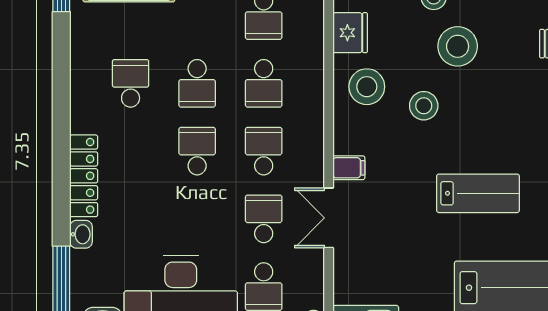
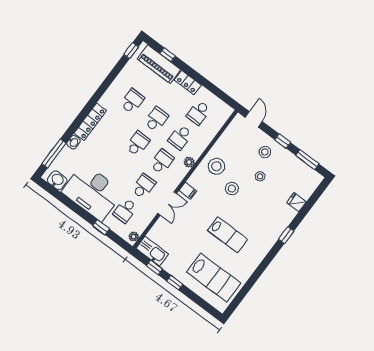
fridge: (350, 33) -> (225, 142), removed
stool: (458, 46) -> (260, 176), width x0.53, depth x0.53
school desk: (197, 83) -> (156, 119), turned 180
plant: (313, 116) -> (189, 162), added
double door: (329, 218) -> (167, 203), swing flipped

